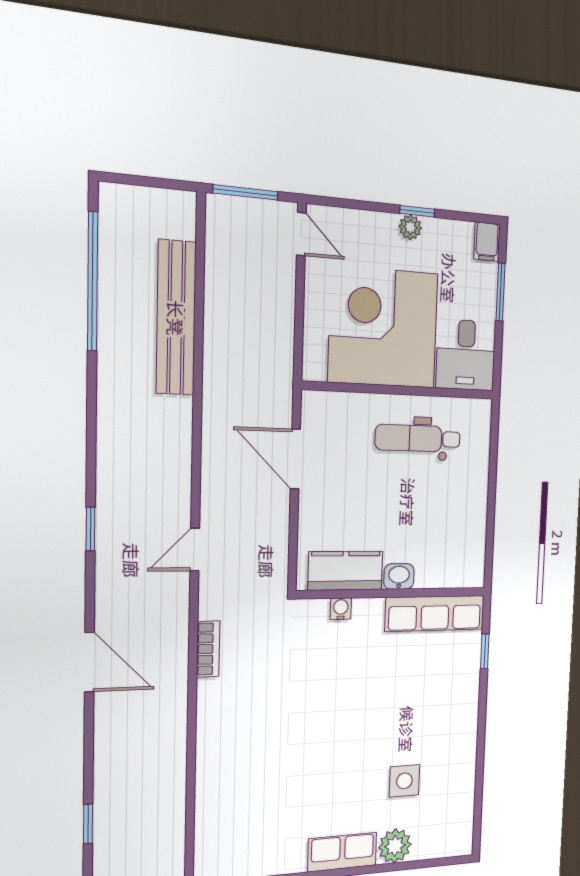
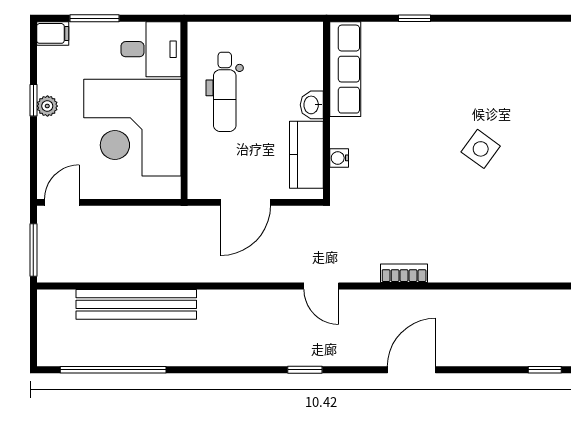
kitchen counter: (346, 571) -> (306, 155), moved
washbasin: (399, 576) -> (312, 105), moved
wall: (393, 593) -> (326, 110), moved
water cooler: (341, 609) -> (339, 158), moved
row of seats: (435, 613) -> (345, 69), moved
side table: (404, 781) -> (481, 149), moved, turned 36

